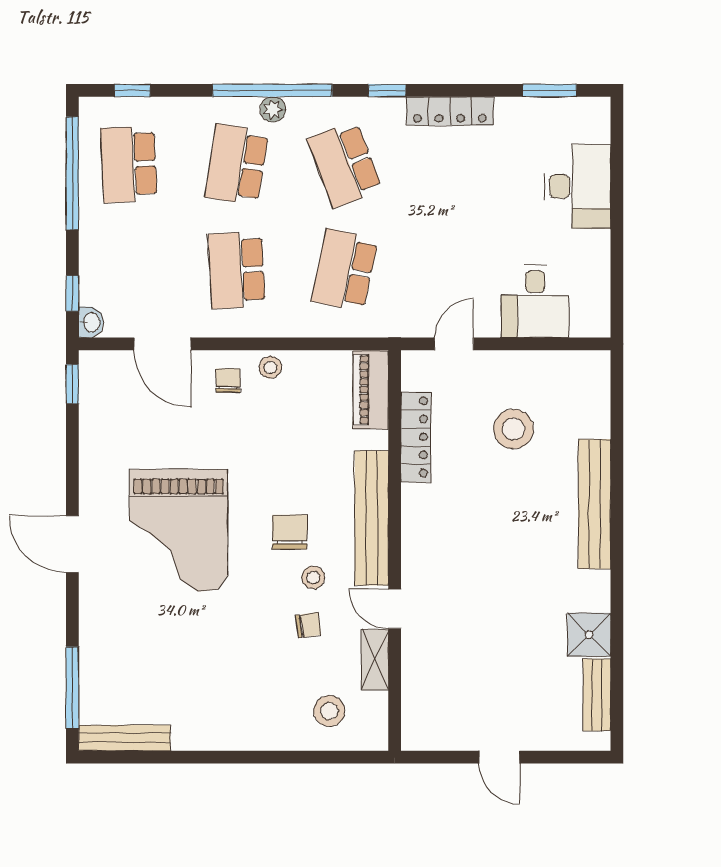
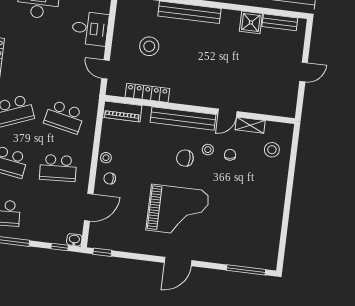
bench: (124, 738) -> (273, 248), removed

